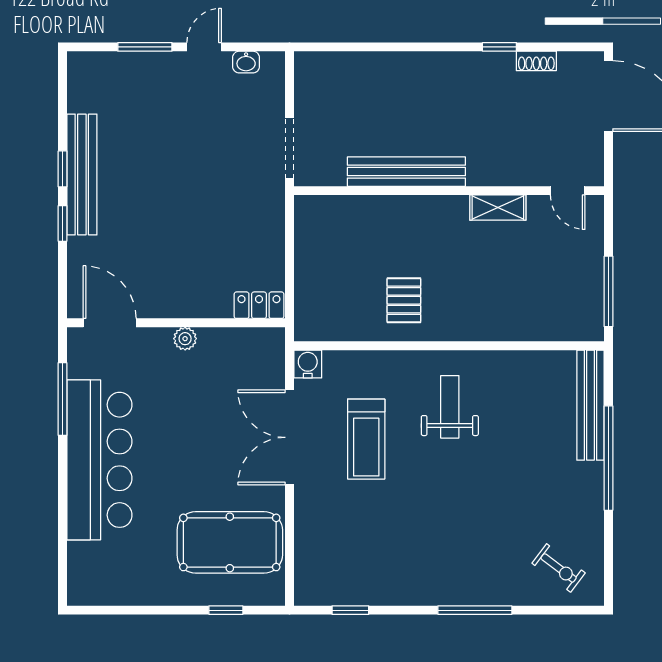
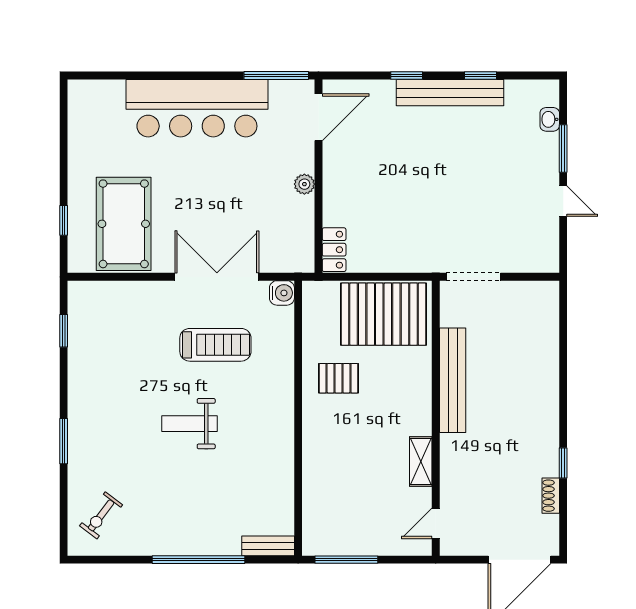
washbasin: (246, 62) -> (550, 119), moved
window: (62, 169) -> (480, 75), moved
pallet: (332, 249) -> (384, 314), added
window: (62, 399) -> (276, 75), moved
bench: (590, 405) -> (268, 546), width x0.54, depth x0.82
weight bench: (450, 407) -> (190, 424), moved, turned 180
treadmill: (366, 439) -> (215, 345), turned 180
window: (475, 610) -> (64, 441), width x0.69

